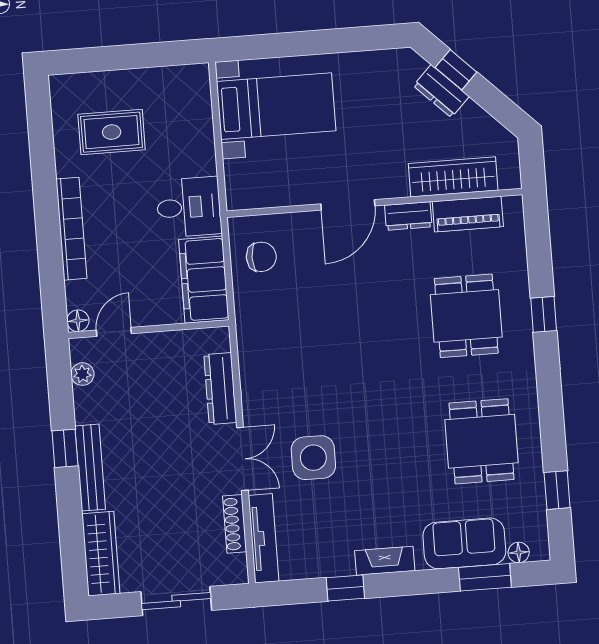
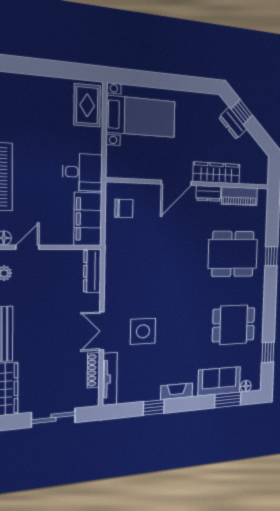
rug: (112, 132) -> (87, 105), moved, turned 90
wardrobe: (453, 177) -> (216, 173), moved
dining table: (466, 316) -> (233, 254), width x1.38
dresser: (220, 388) -> (92, 271), moved
dining table: (481, 441) -> (234, 325), turned 90
double door: (242, 459) -> (102, 331), swing flipped

